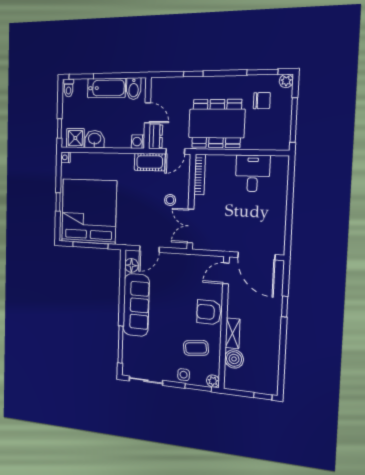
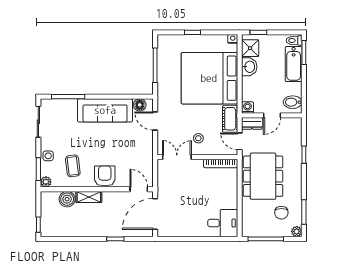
bathtub: (106, 88) -> (294, 64), moved
desk: (253, 173) -> (223, 223), moved
bed: (89, 211) -> (209, 78), moved, turned 180

